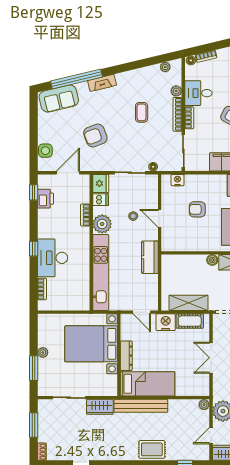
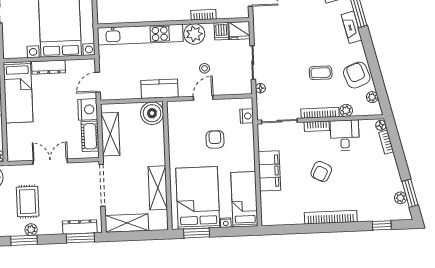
armchair: (95, 136) -> (357, 75), moved
boiler: (212, 260) -> (152, 113), moved, width x1.86, depth x1.86

